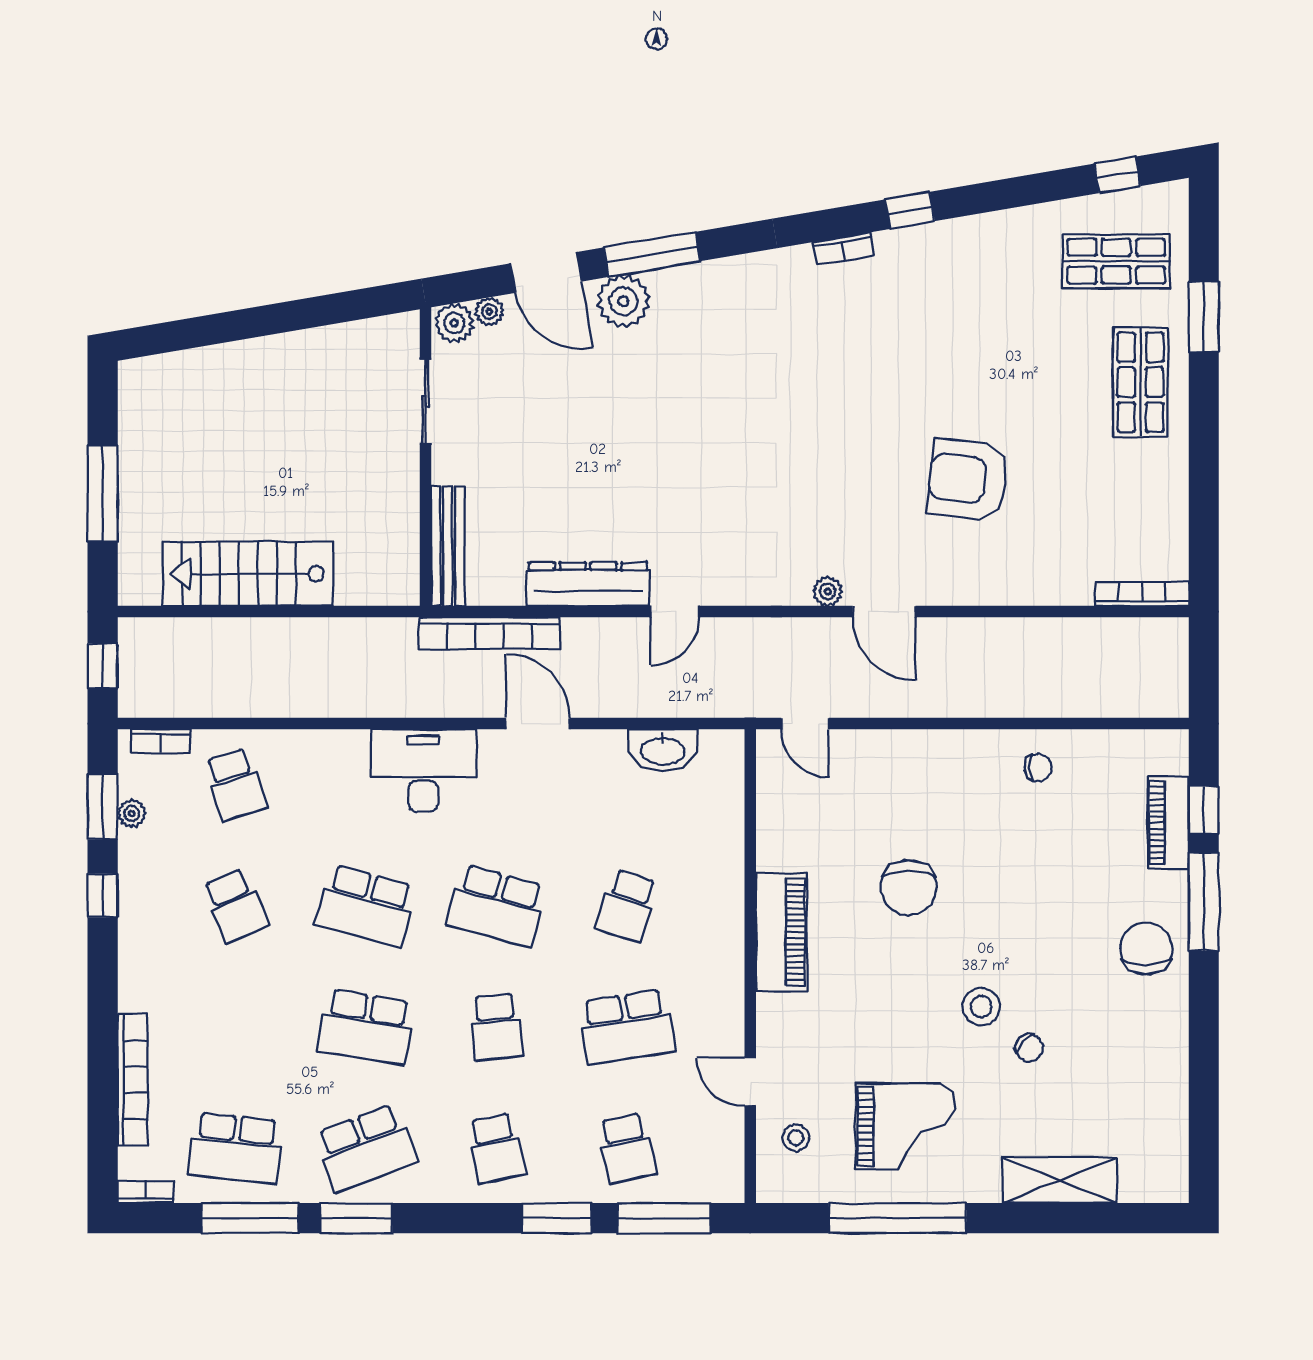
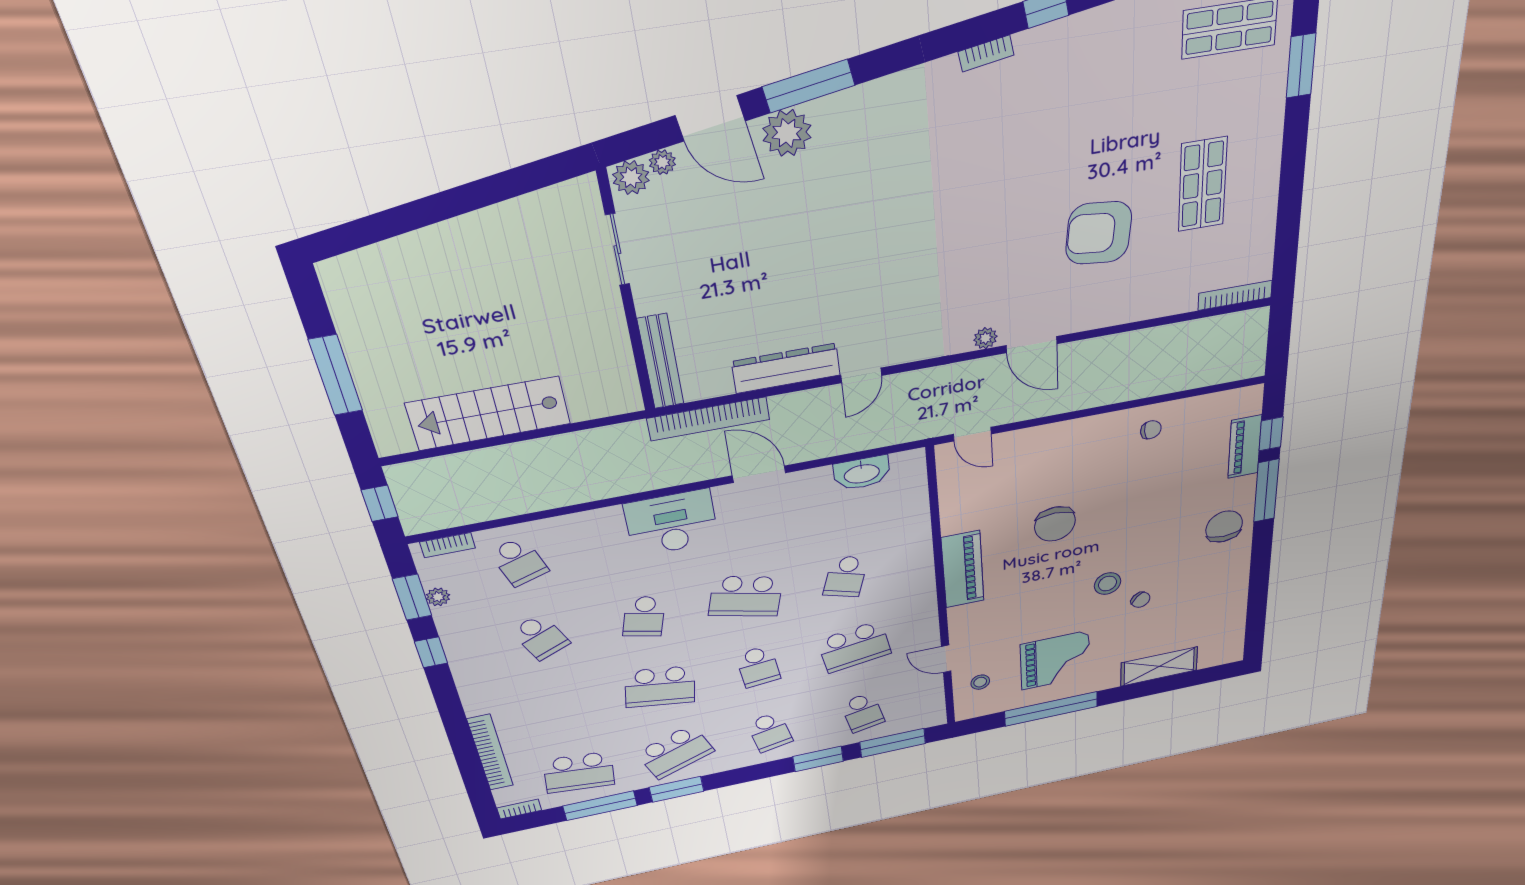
shop shelf: (1141, 382) -> (1203, 184), moved
school desk: (366, 906) -> (644, 617), width x0.54

